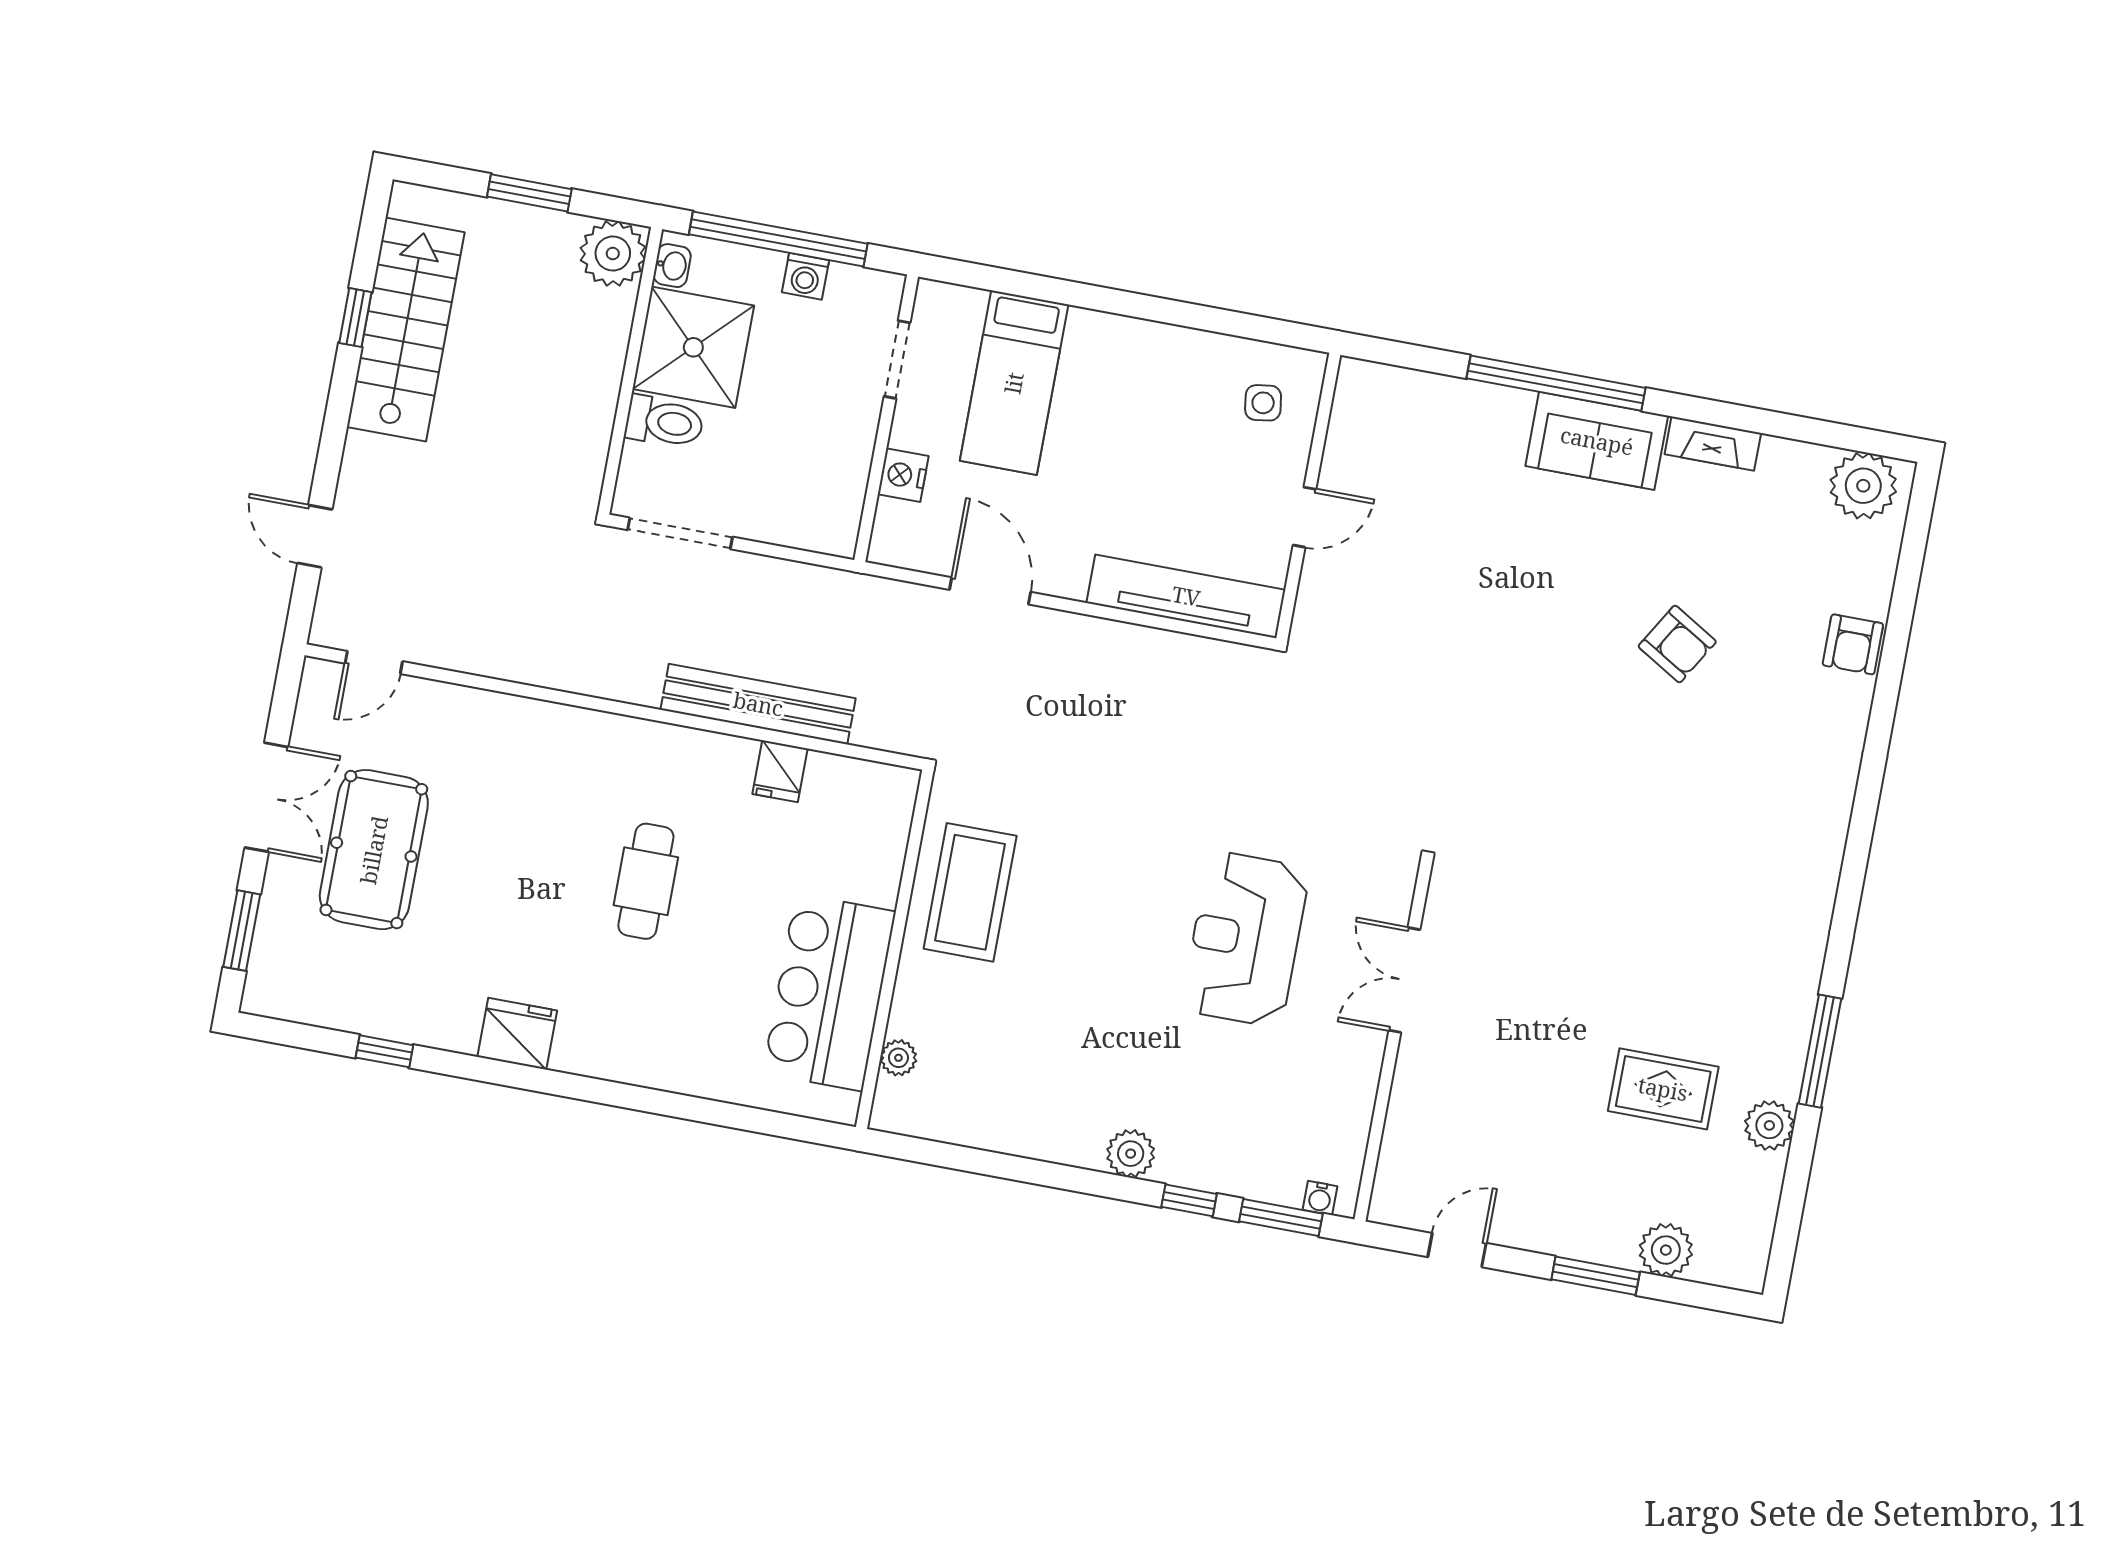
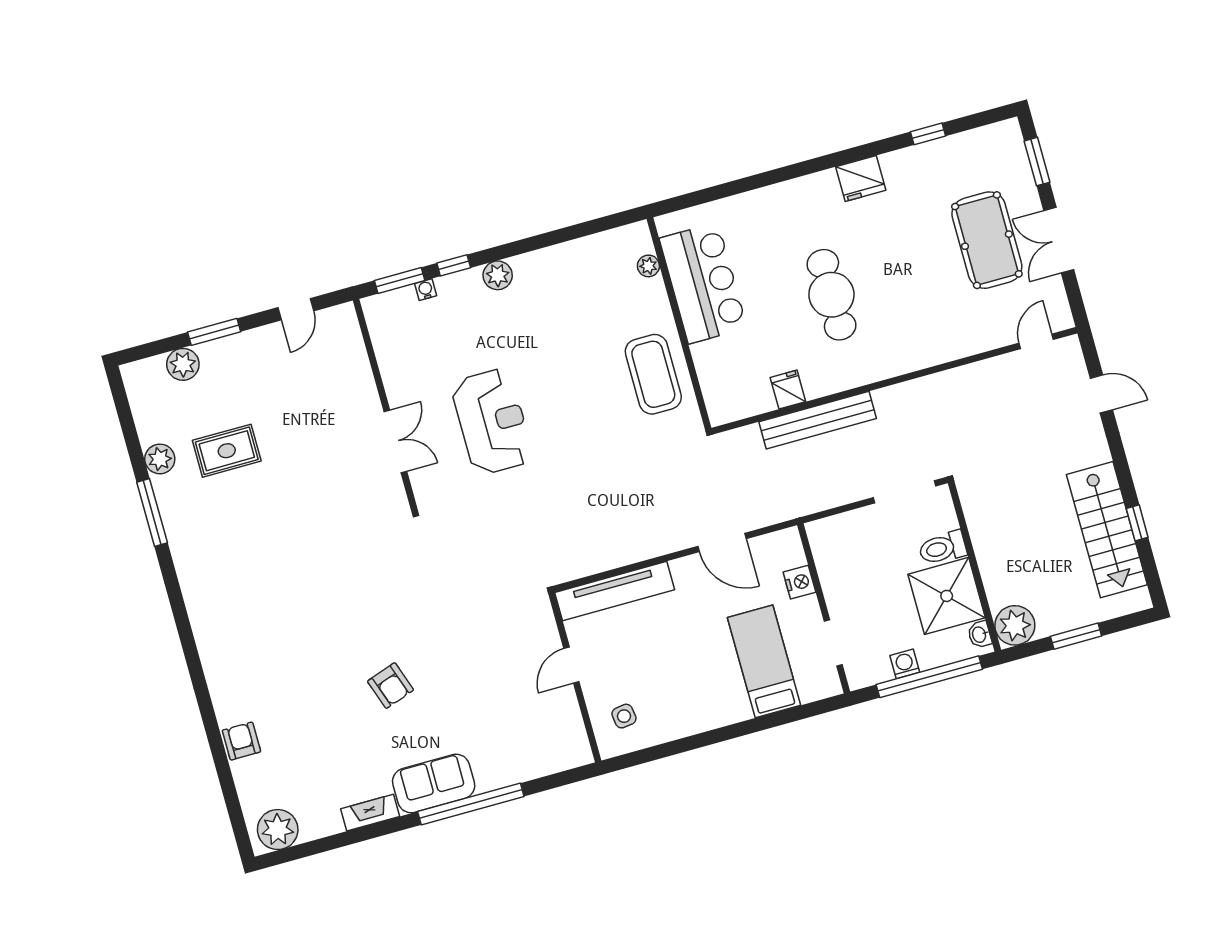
armchair: (1677, 644) -> (391, 686), moved, turned -140
cafe table: (646, 881) -> (831, 295), width x1.37, depth x1.35
water cooler: (1320, 1198) -> (426, 290), moved

